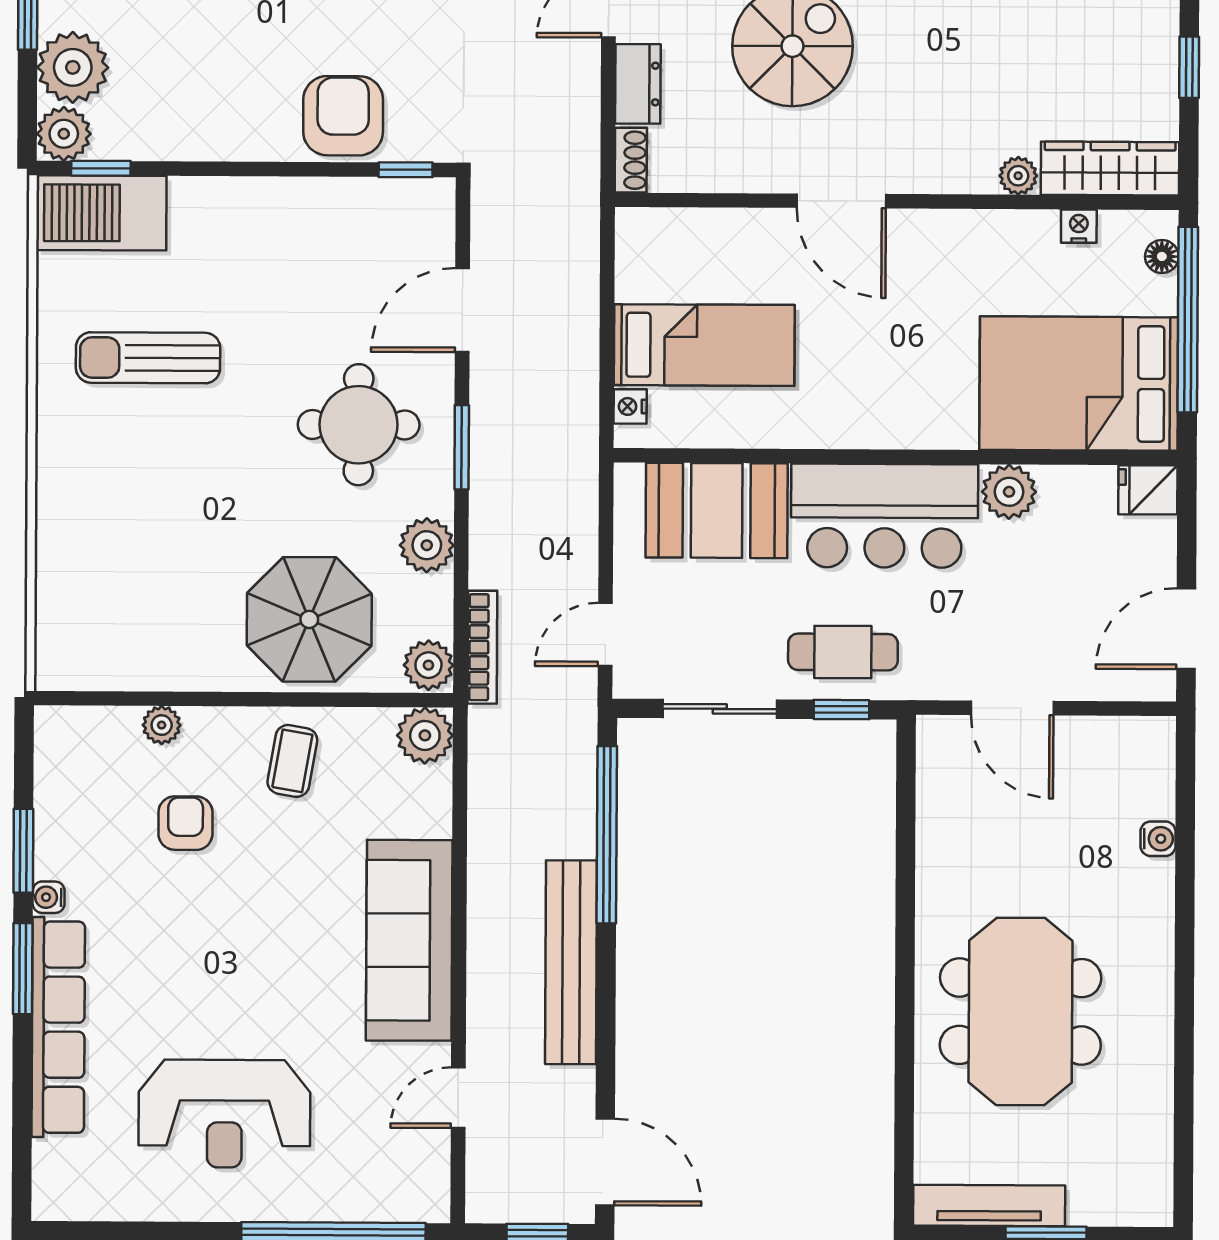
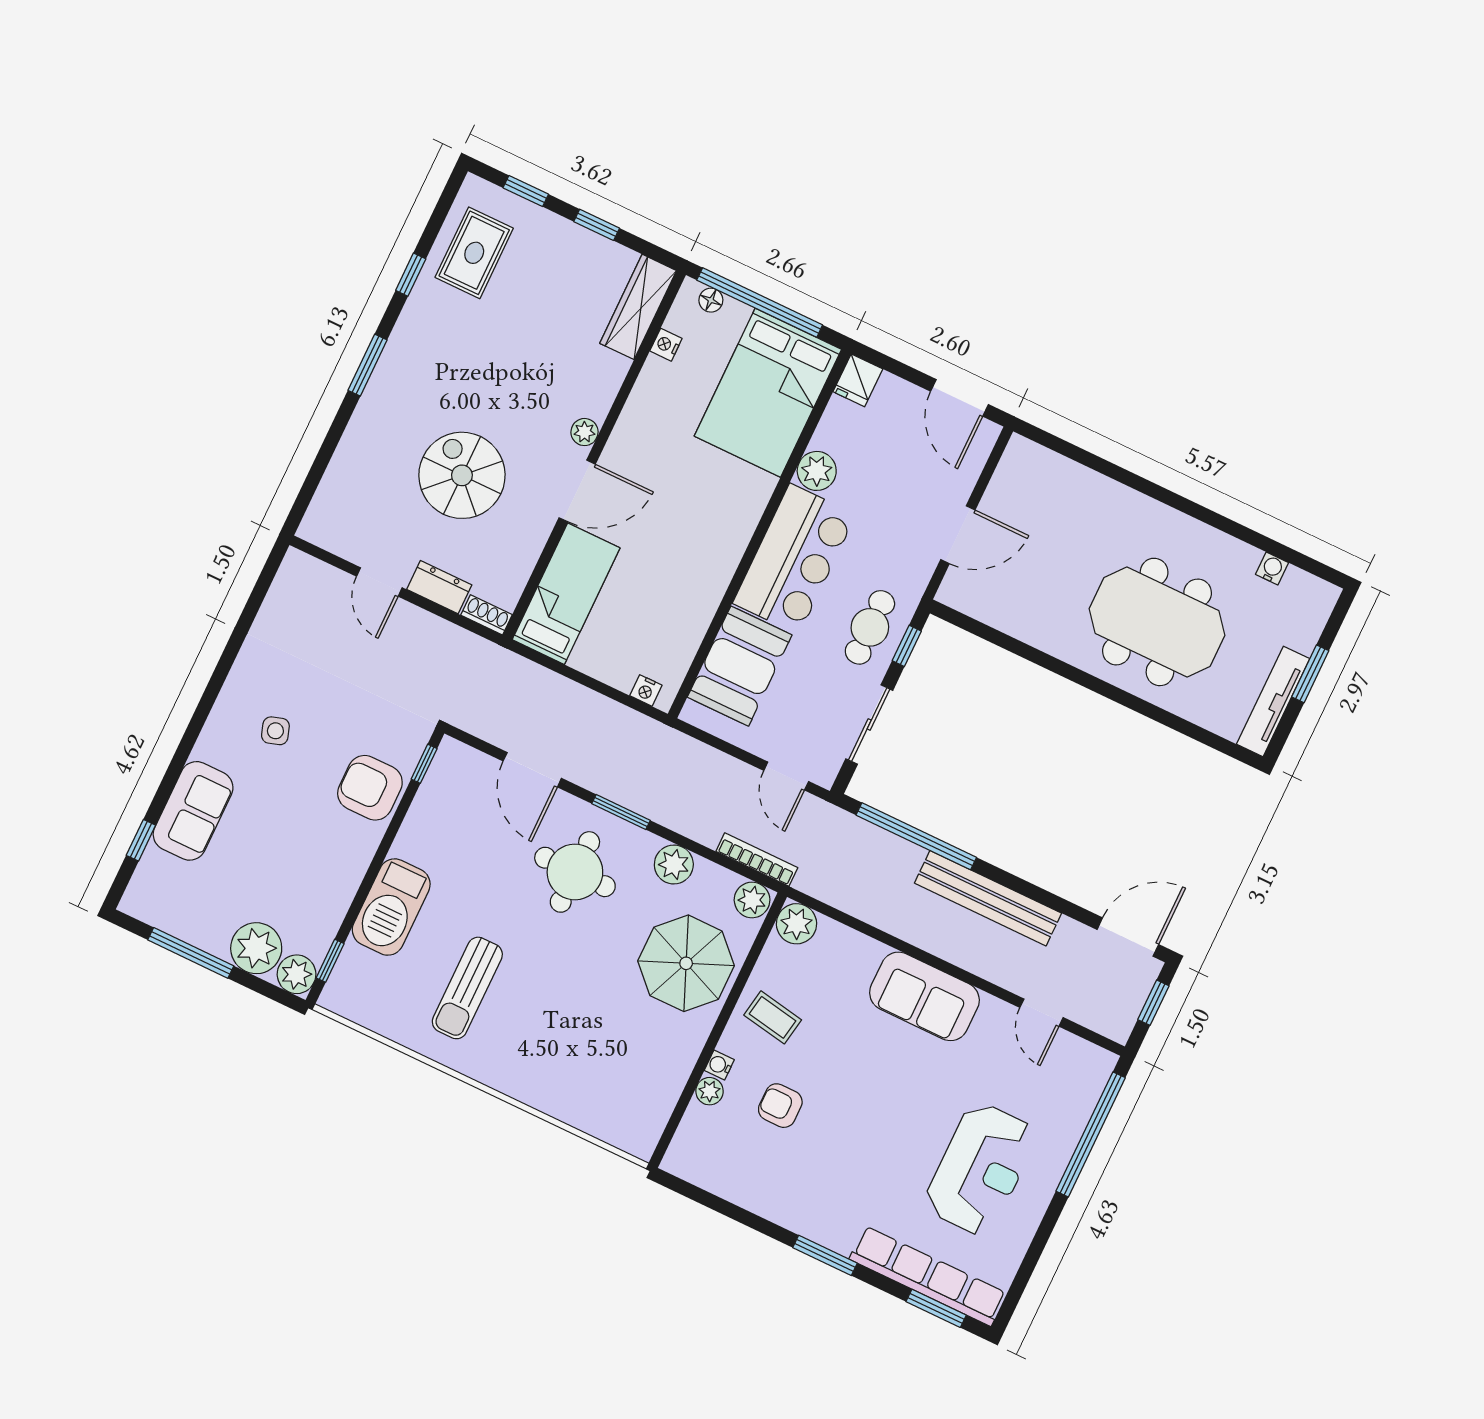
plant: (1018, 176) -> (585, 432), moved
barbecue: (101, 213) -> (391, 907), moved
bed: (704, 345) -> (566, 594), moved
water cooler: (1158, 839) -> (1272, 568), moved
window: (23, 851) -> (936, 1308), moved
water cooler: (49, 897) -> (719, 1065), moved, turned 90
sofa: (409, 940) -> (924, 996), width x0.73
row of seats: (58, 1027) -> (928, 1276), moved

